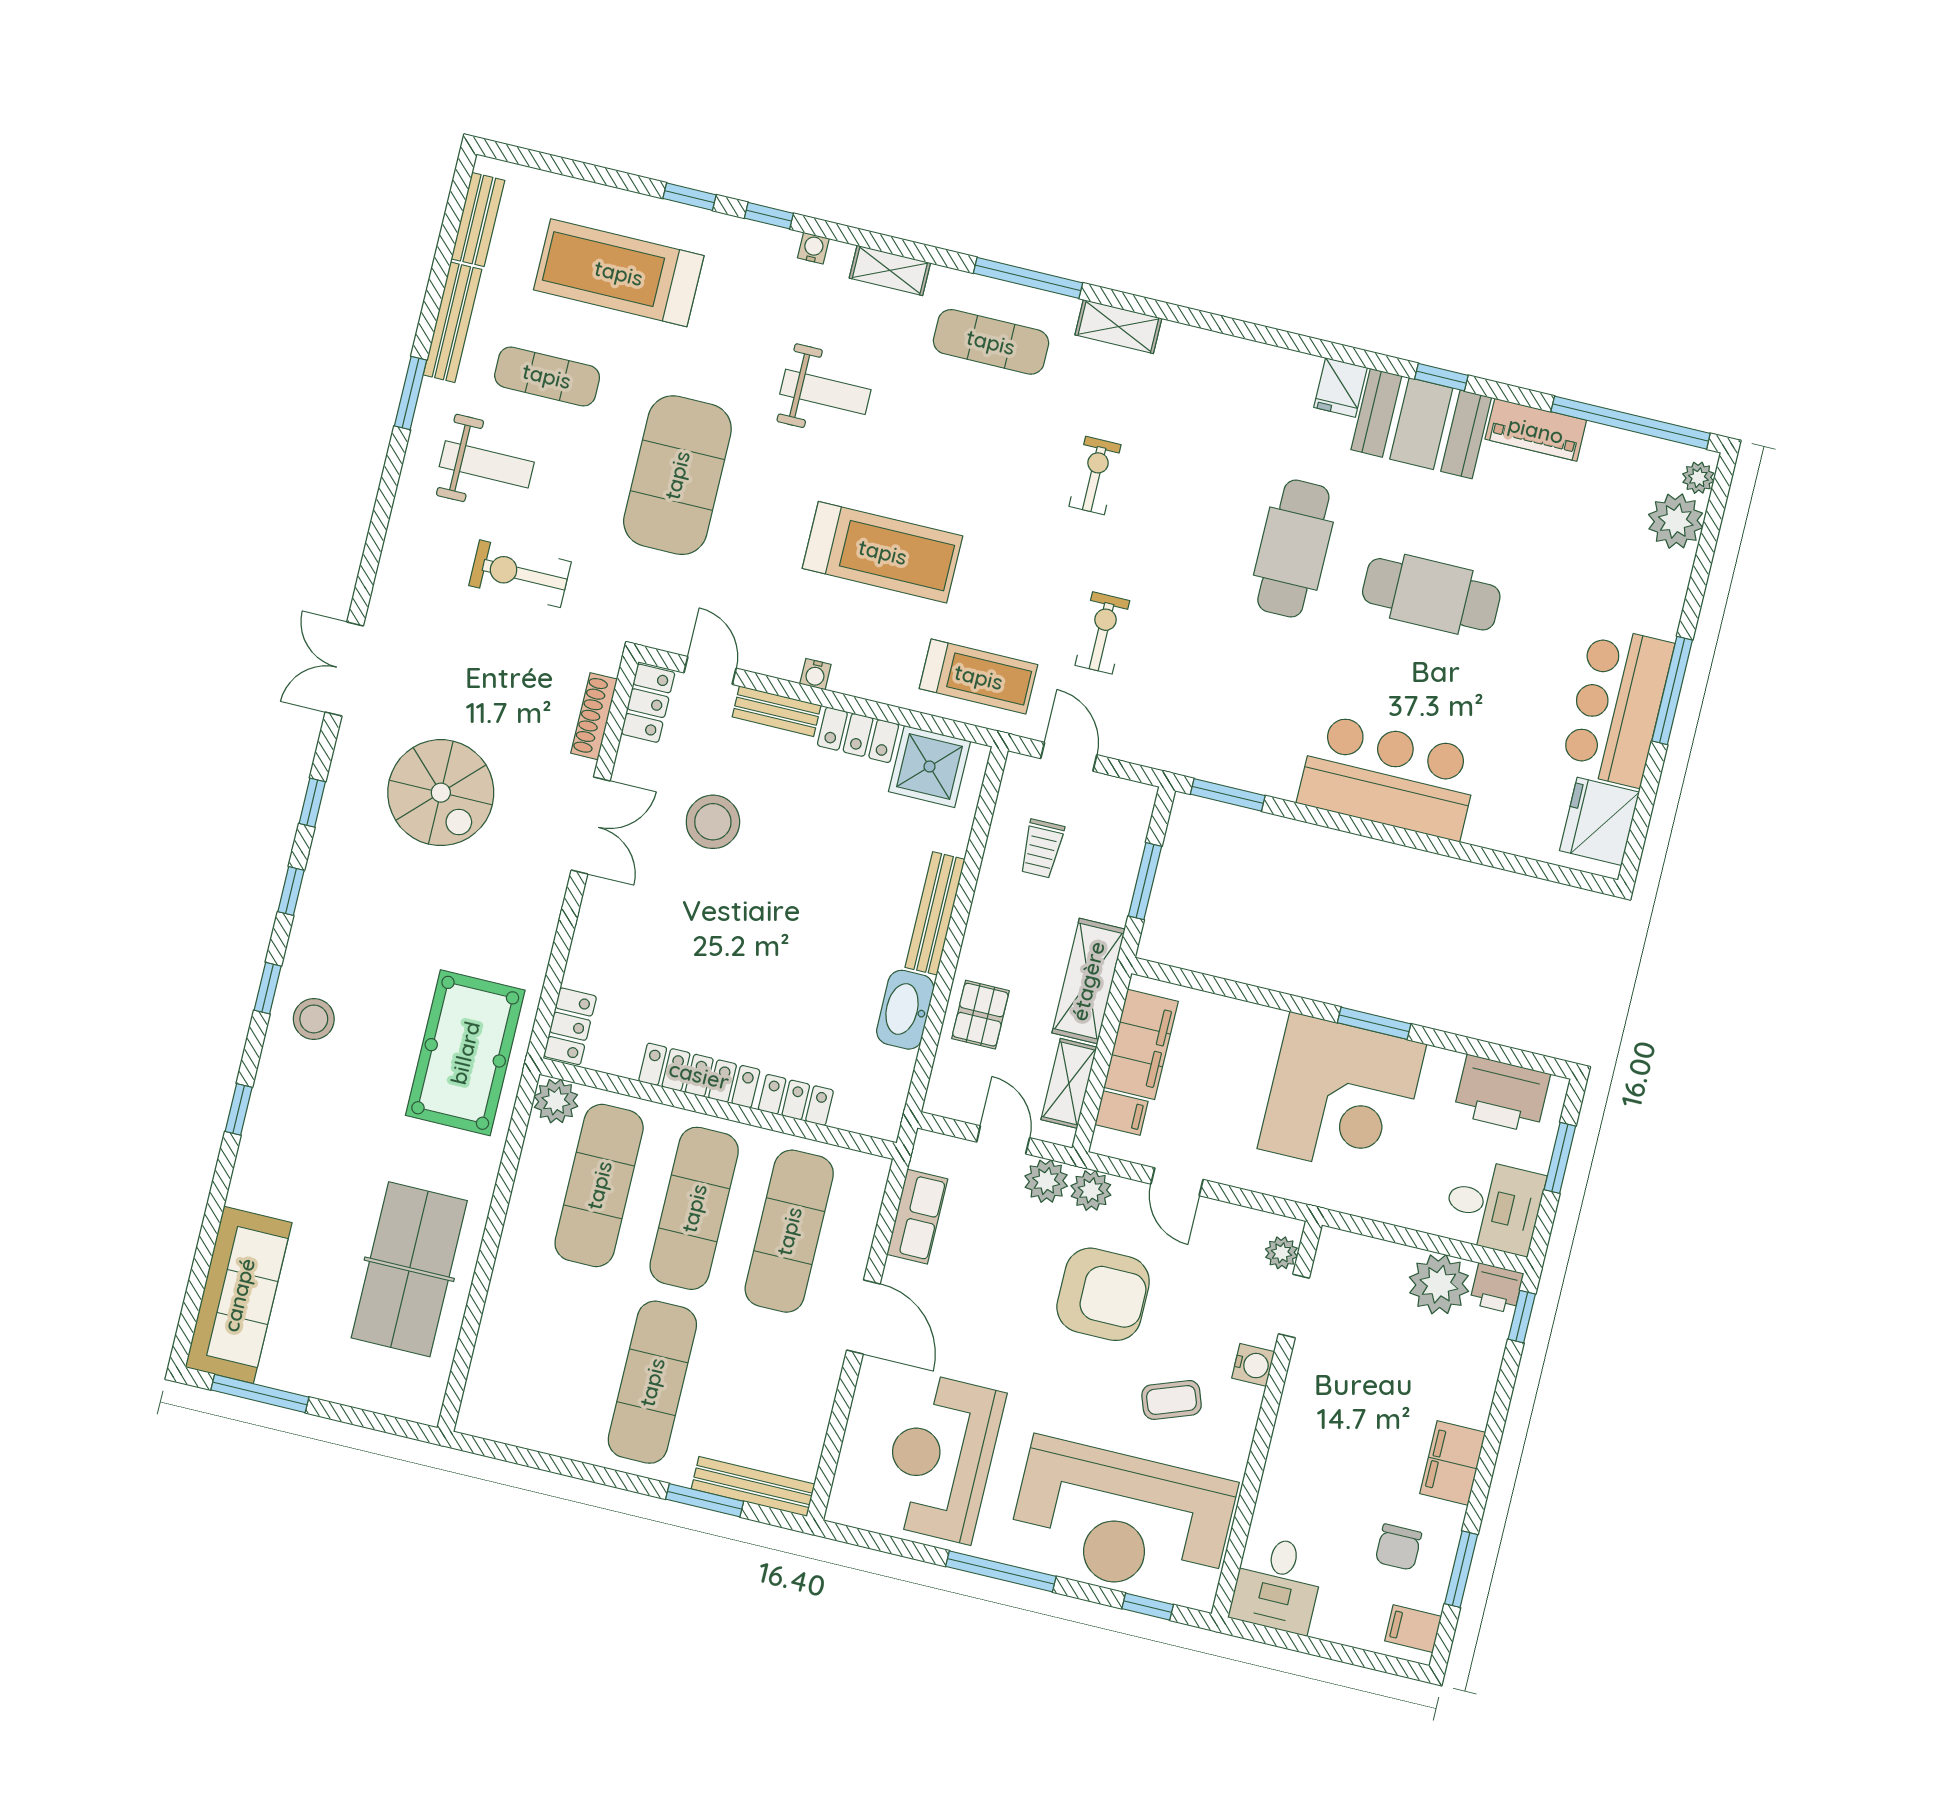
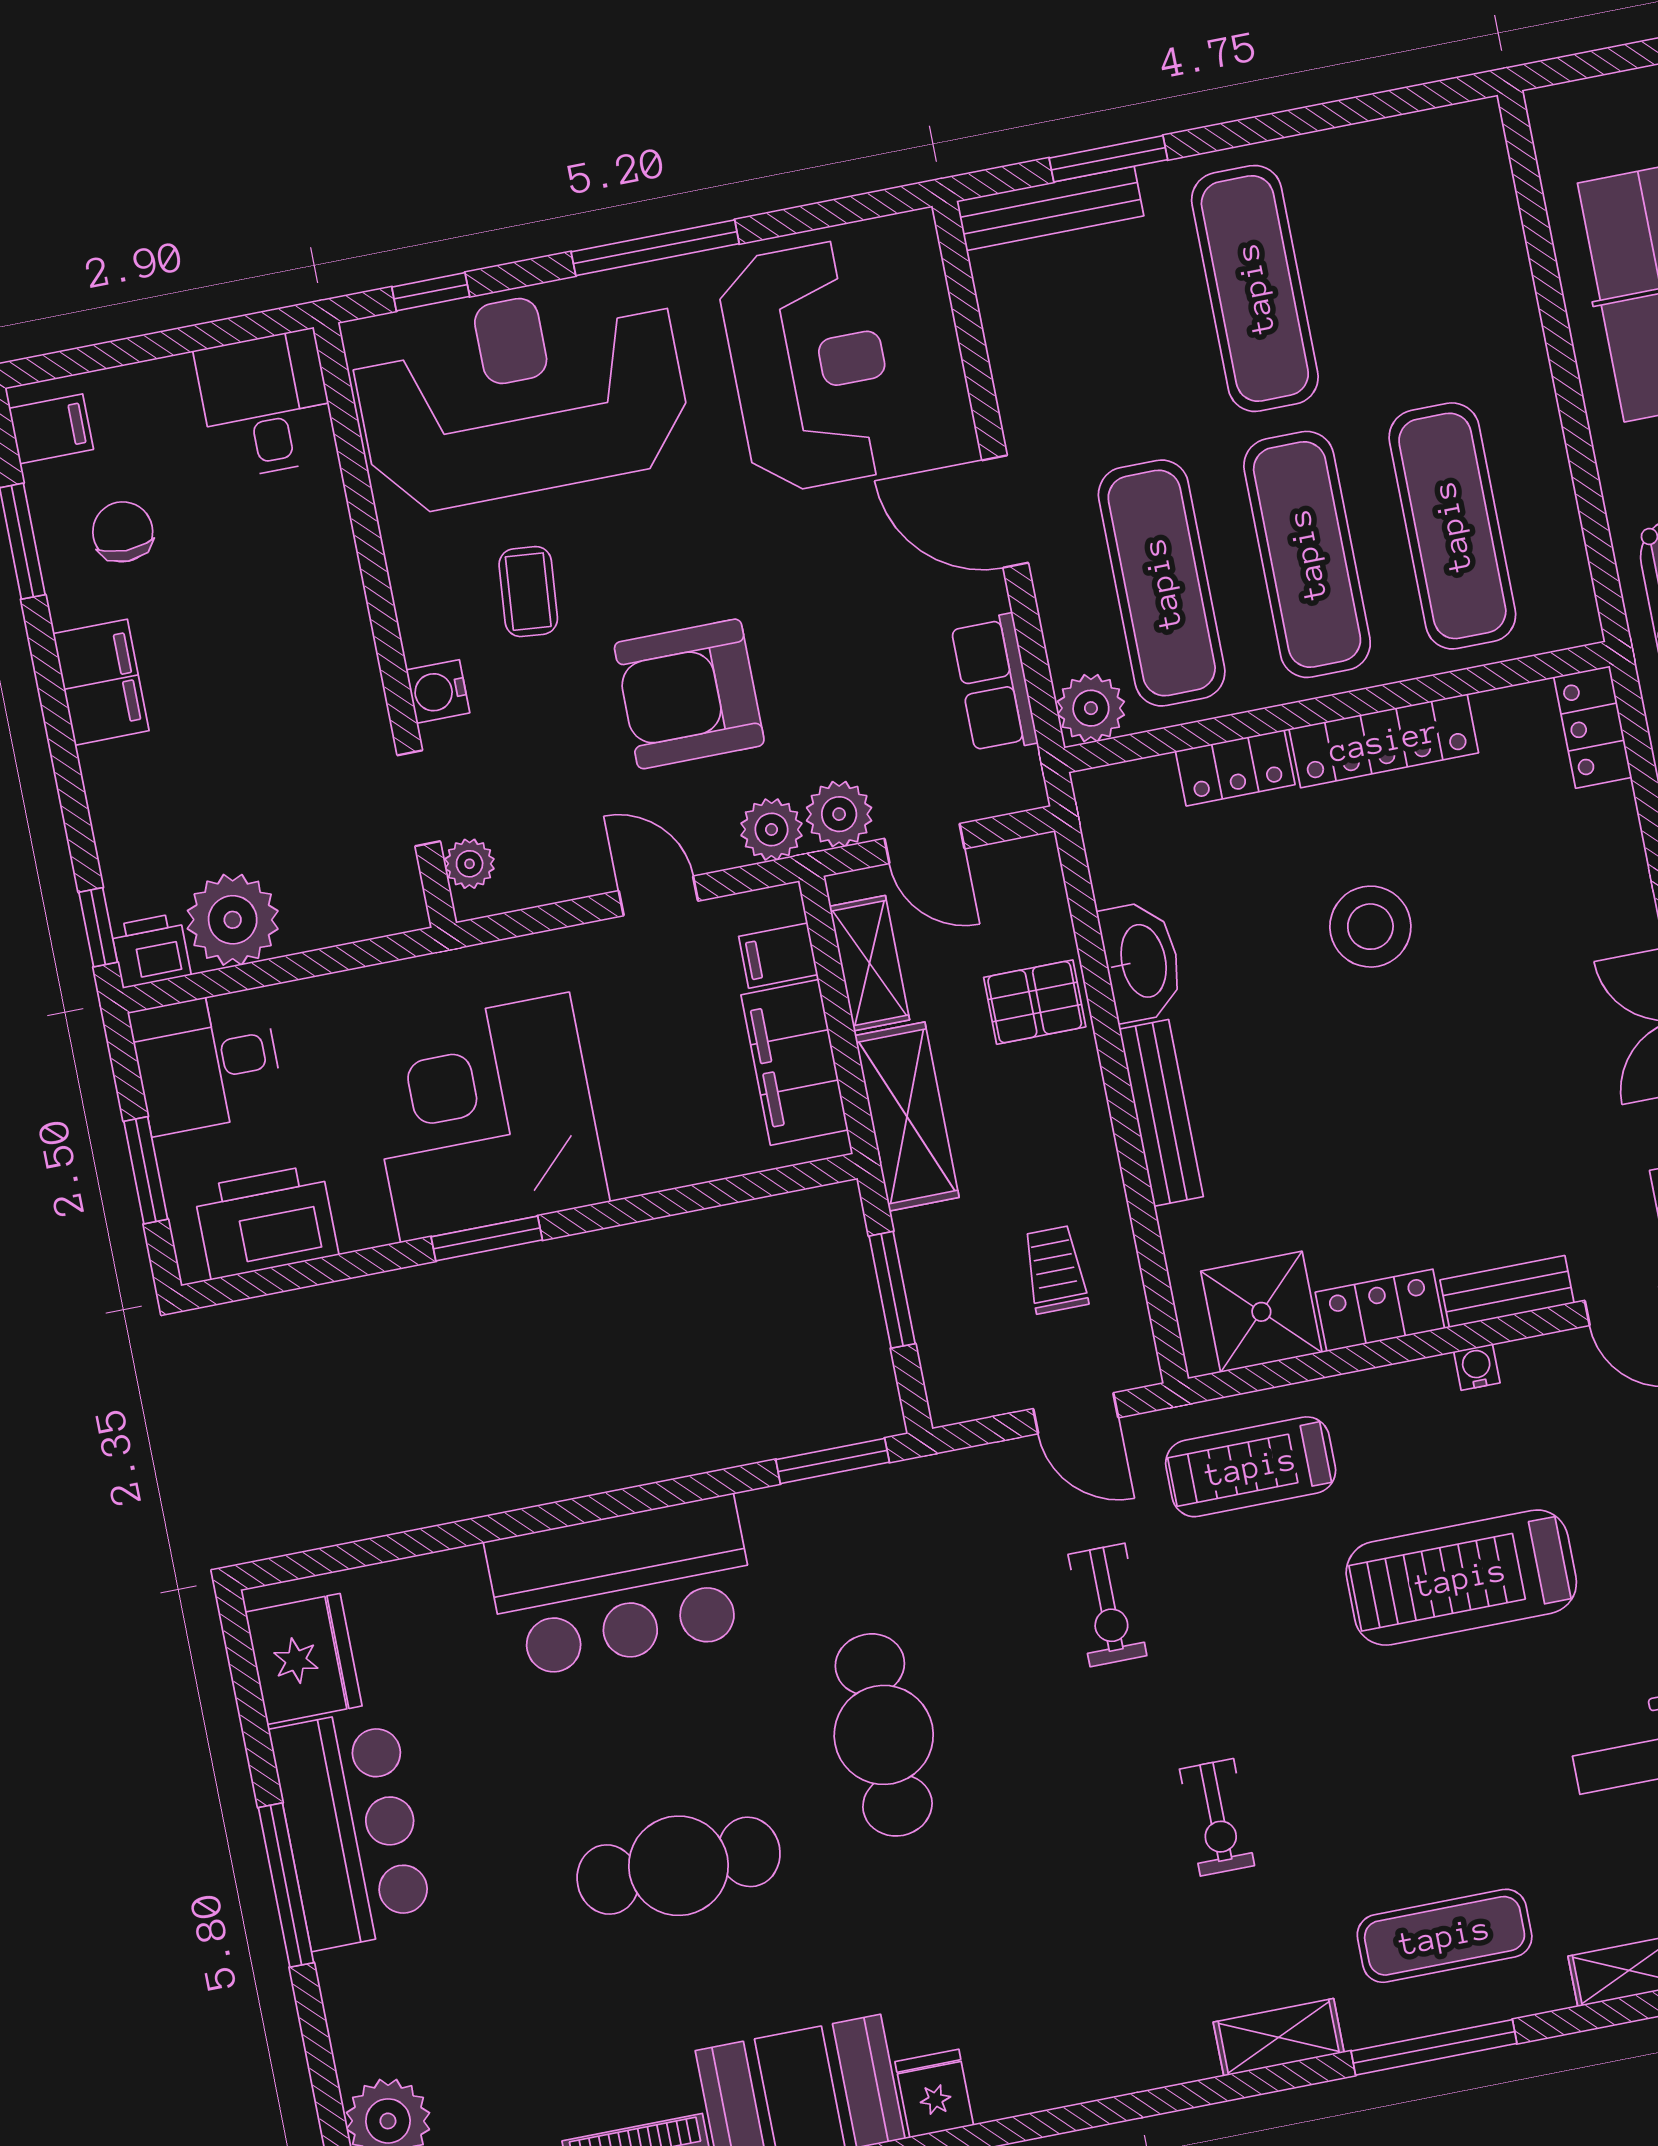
cafe table: (1293, 549) -> (884, 1735), moved
stool: (713, 822) -> (1370, 927), moved
pallet: (980, 1015) -> (1035, 1002), turned 90
plant: (556, 1101) -> (1091, 708), moved
coffee table: (1172, 1400) -> (528, 592), turned -65

